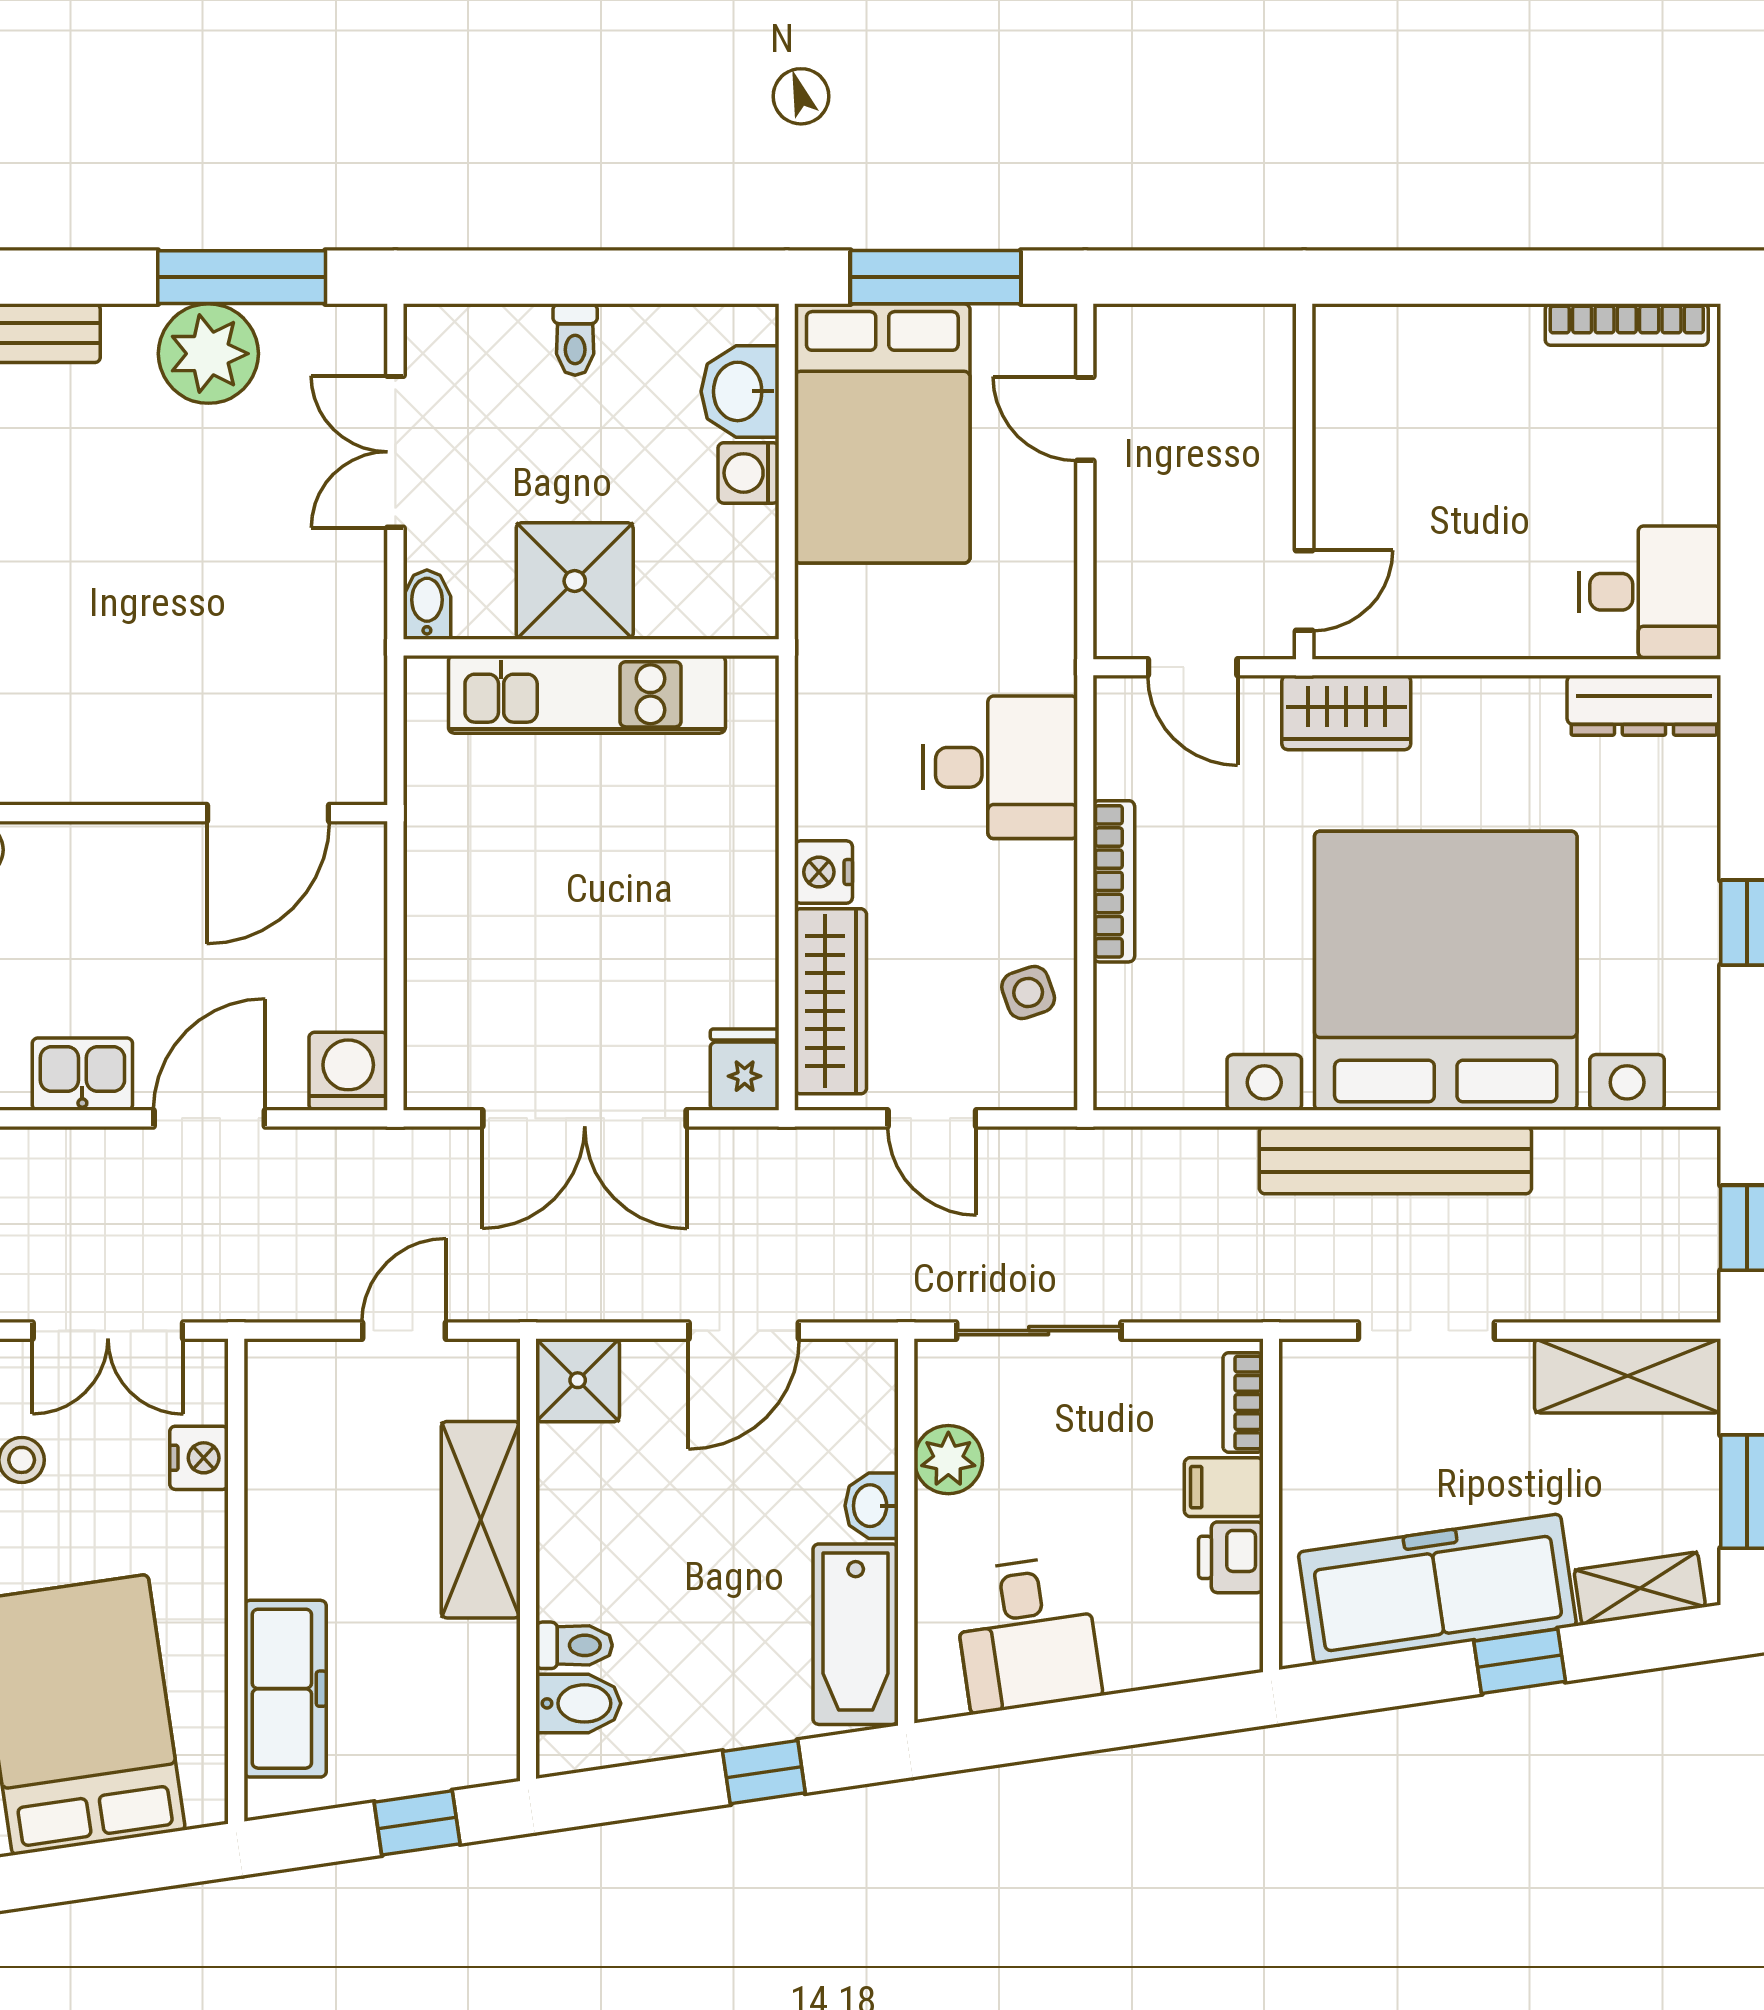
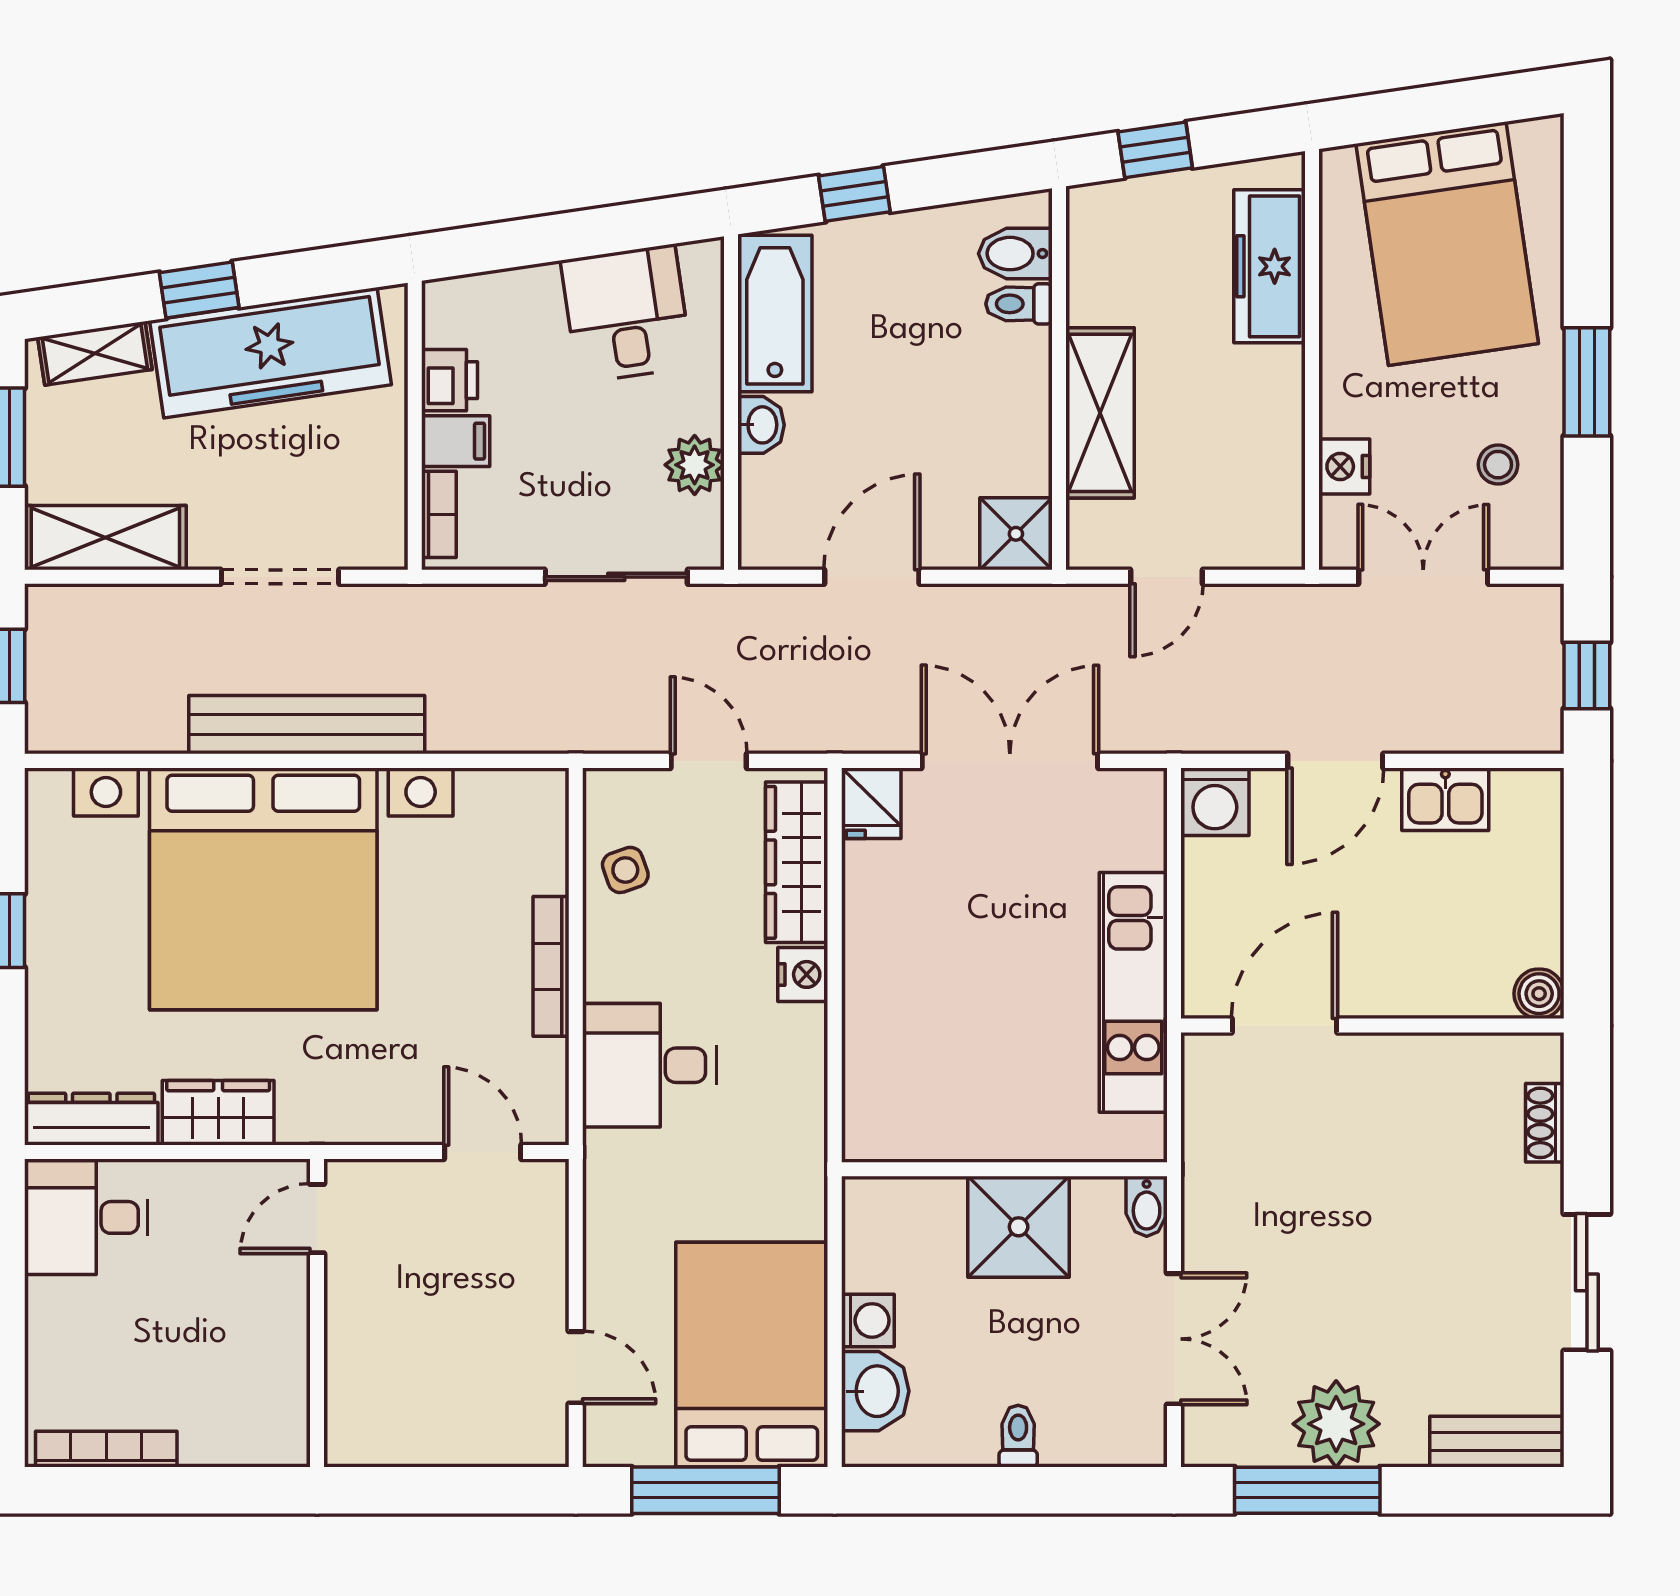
wall: (1304, 481) -> (317, 1313), moved
door: (1304, 590) -> (317, 1219), moved
kitchen unit: (587, 694) -> (1133, 992), moved, turned -90
wardrobe: (1346, 712) -> (218, 1113), moved

